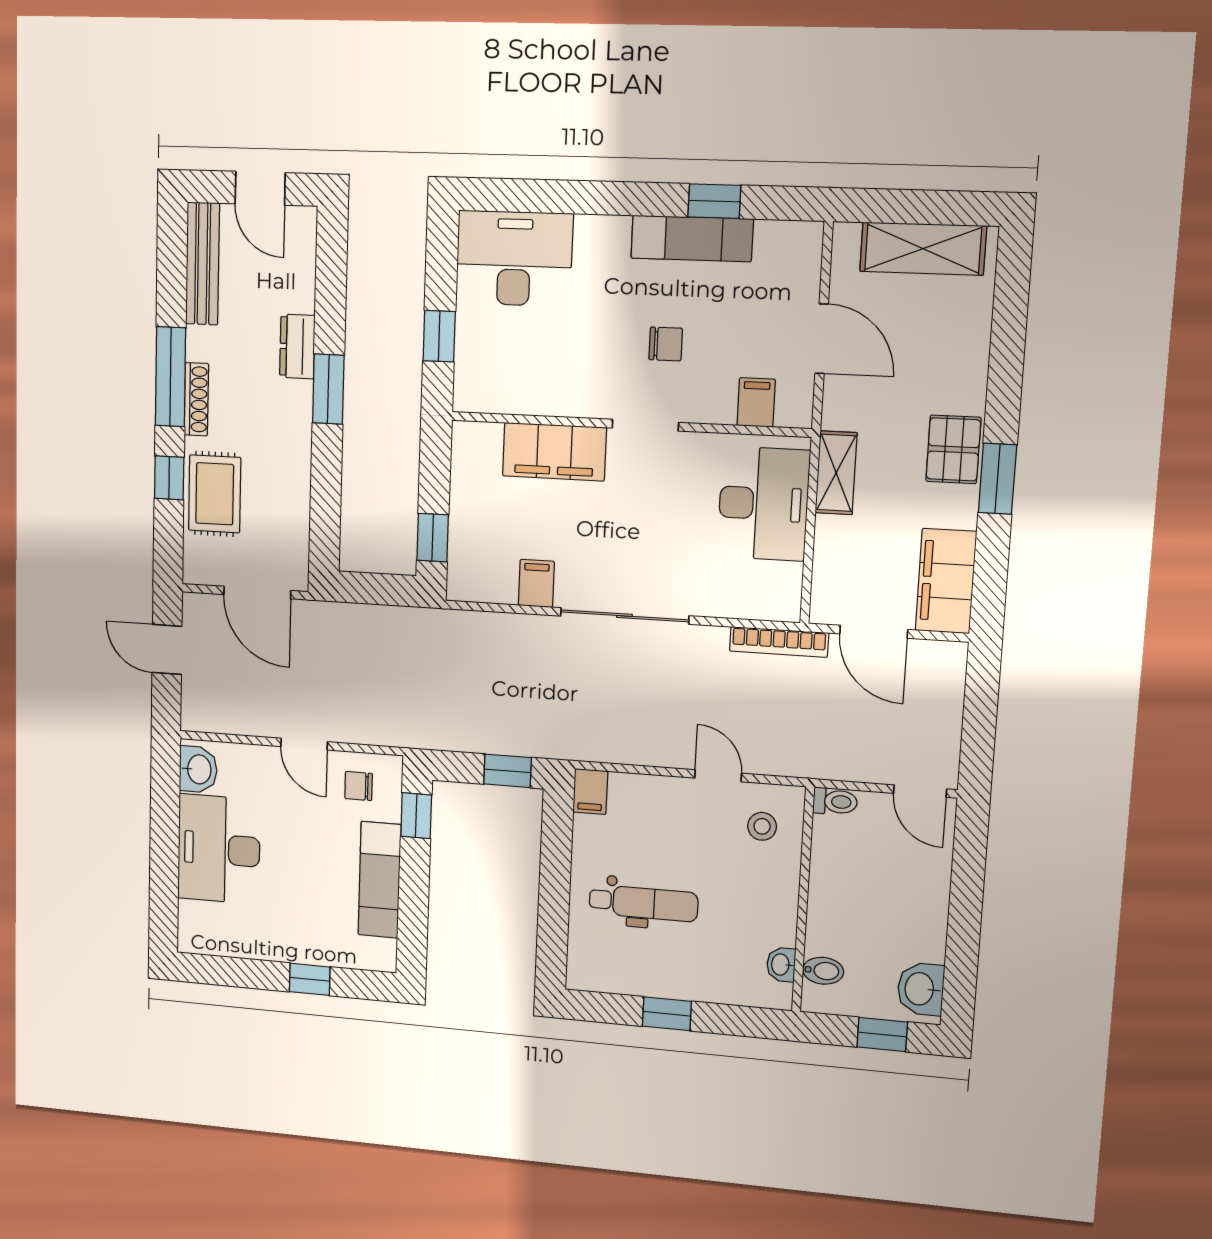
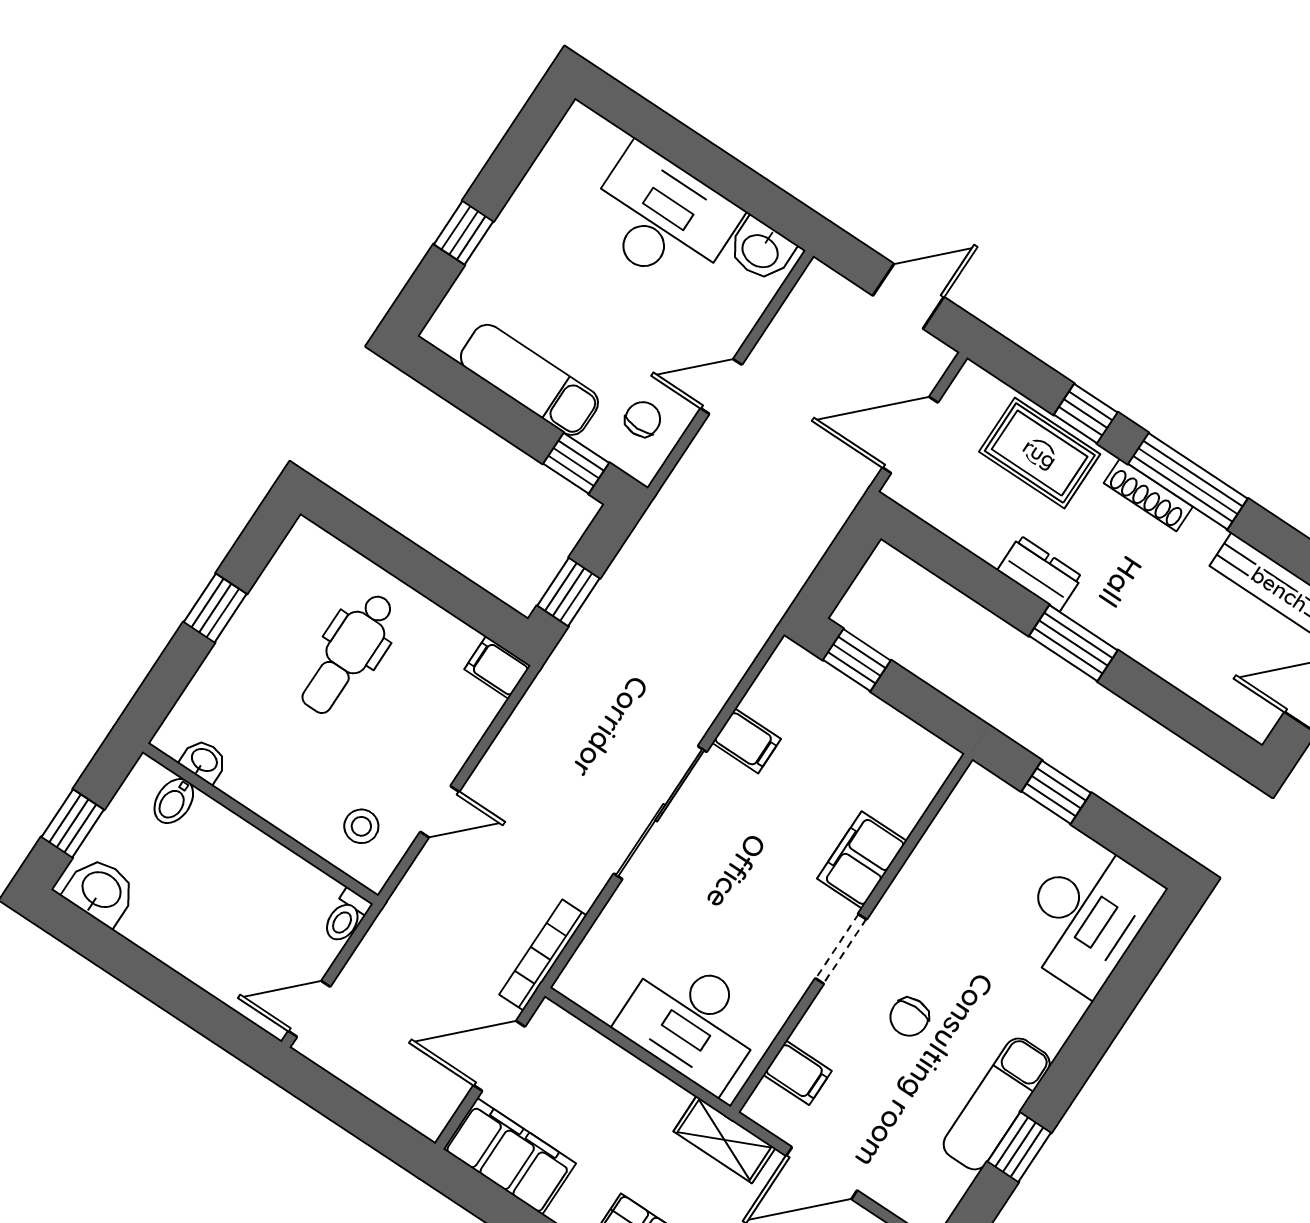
dresser: (297, 346) -> (1040, 573), moved
filing cabinet: (554, 452) -> (862, 860), width x0.67, depth x0.86
shelving: (836, 473) -> (724, 1140), moved

